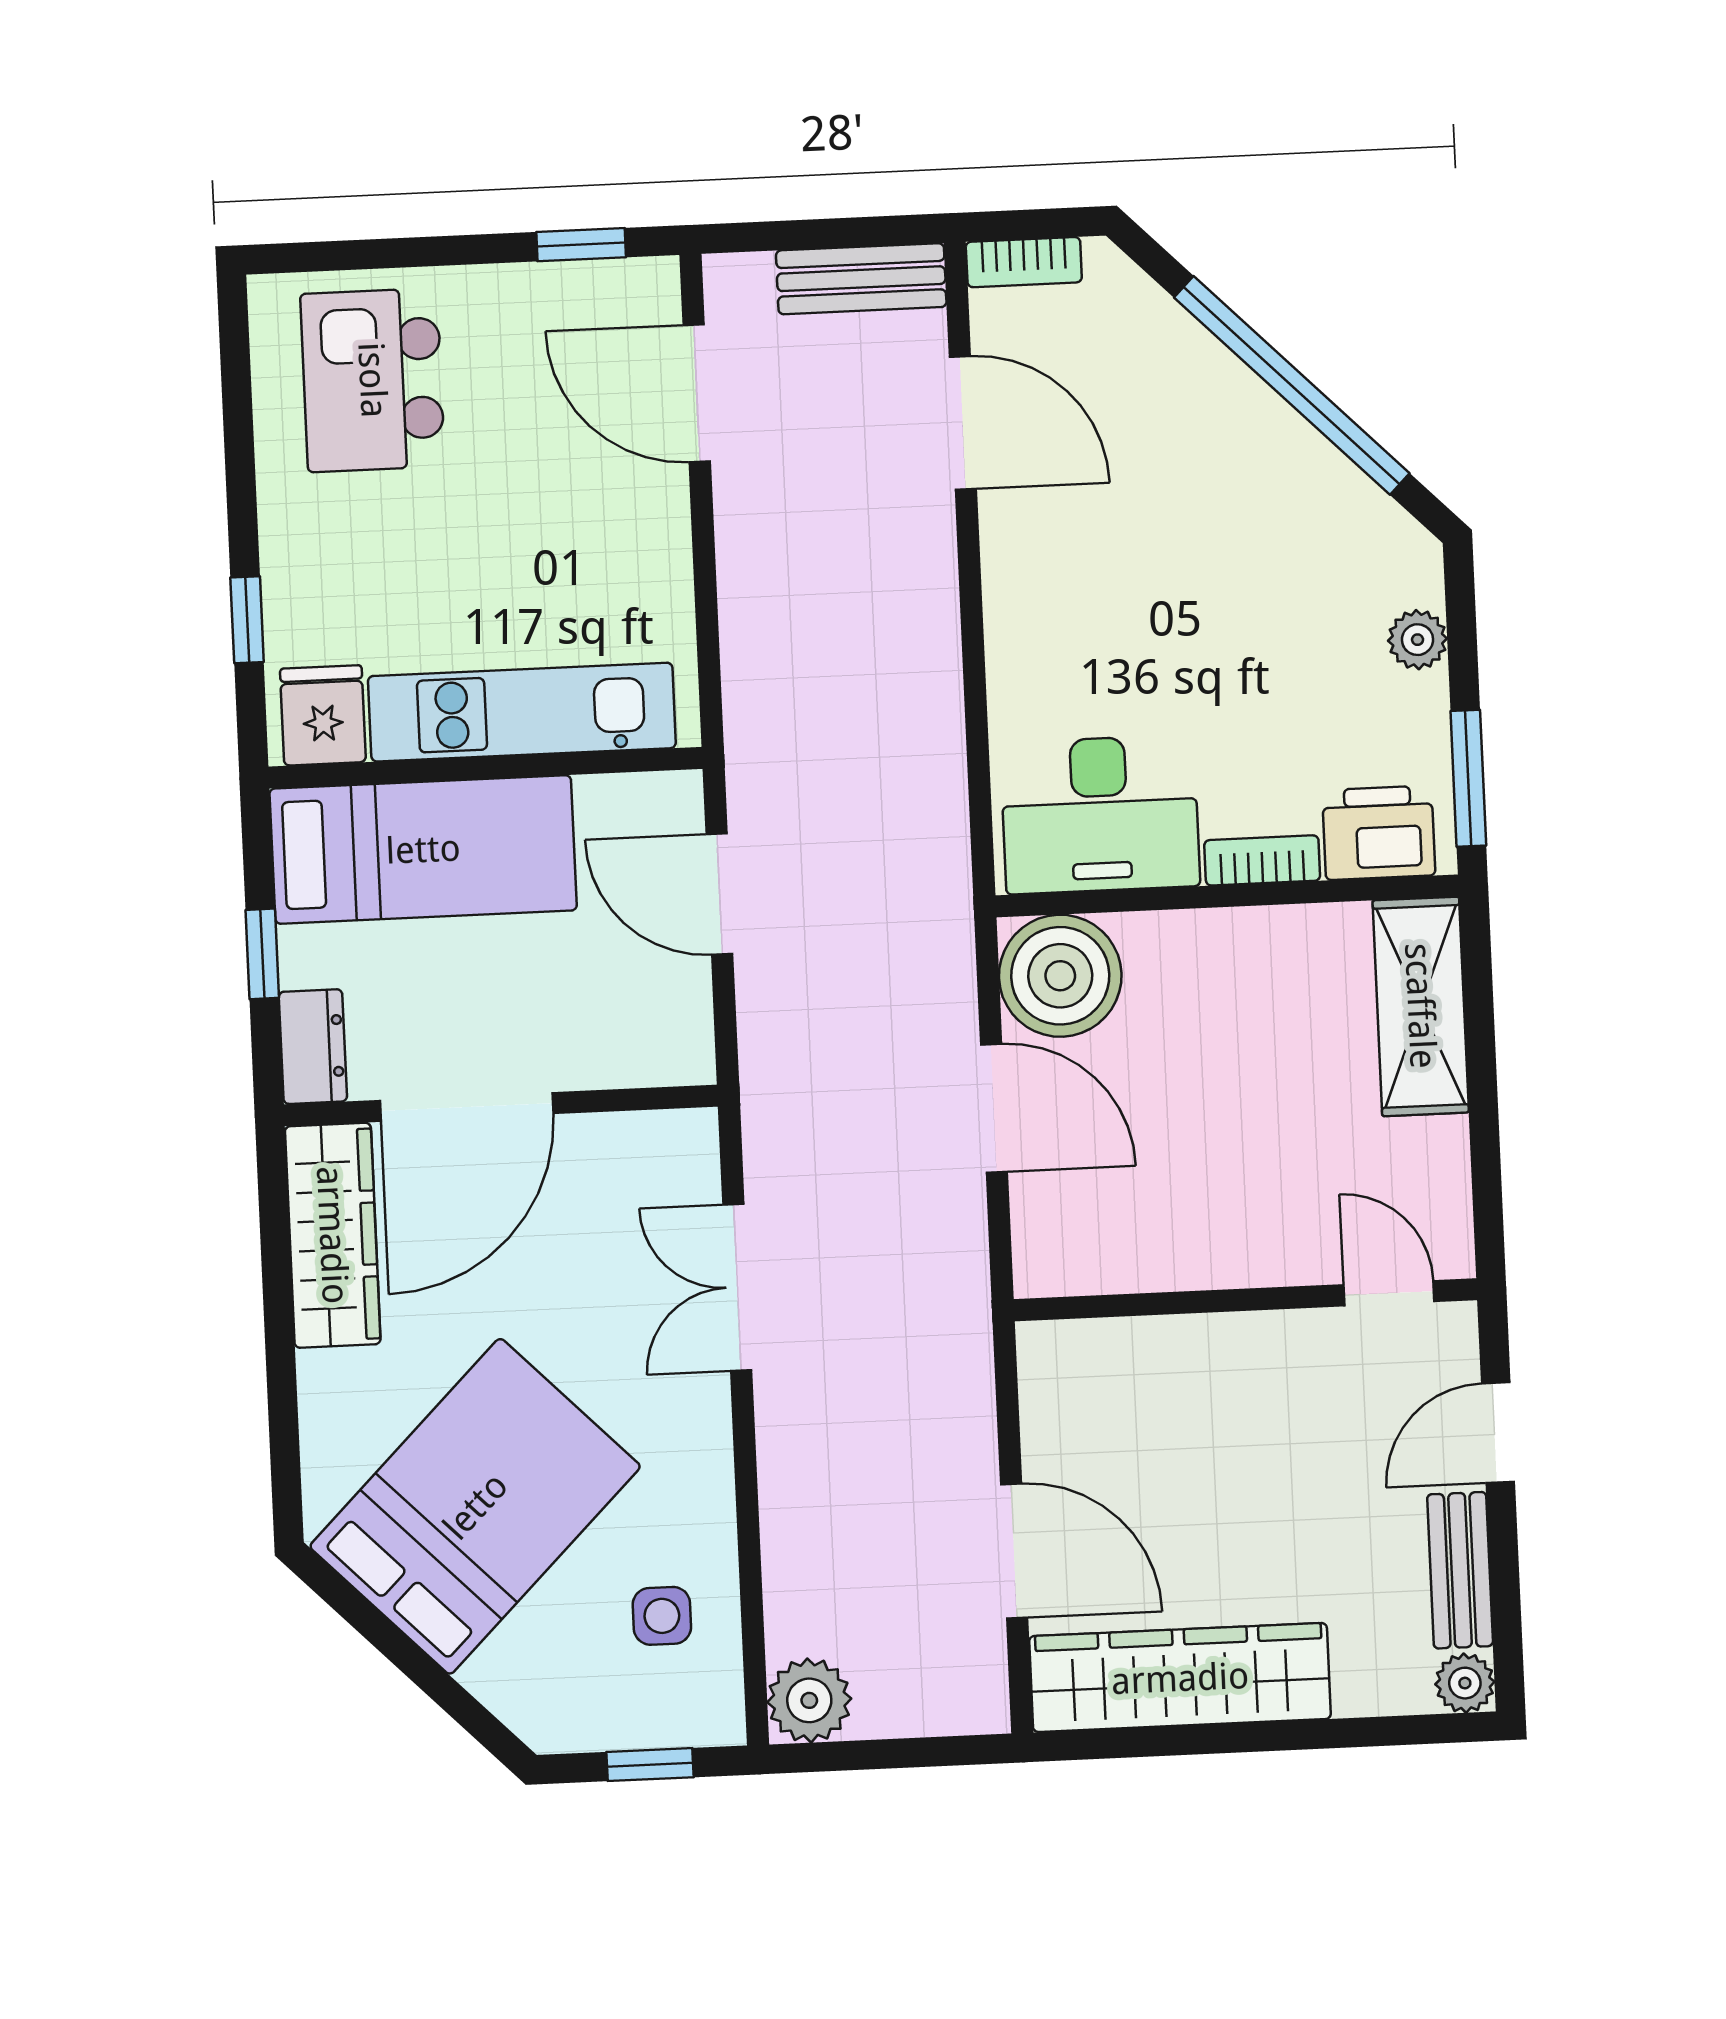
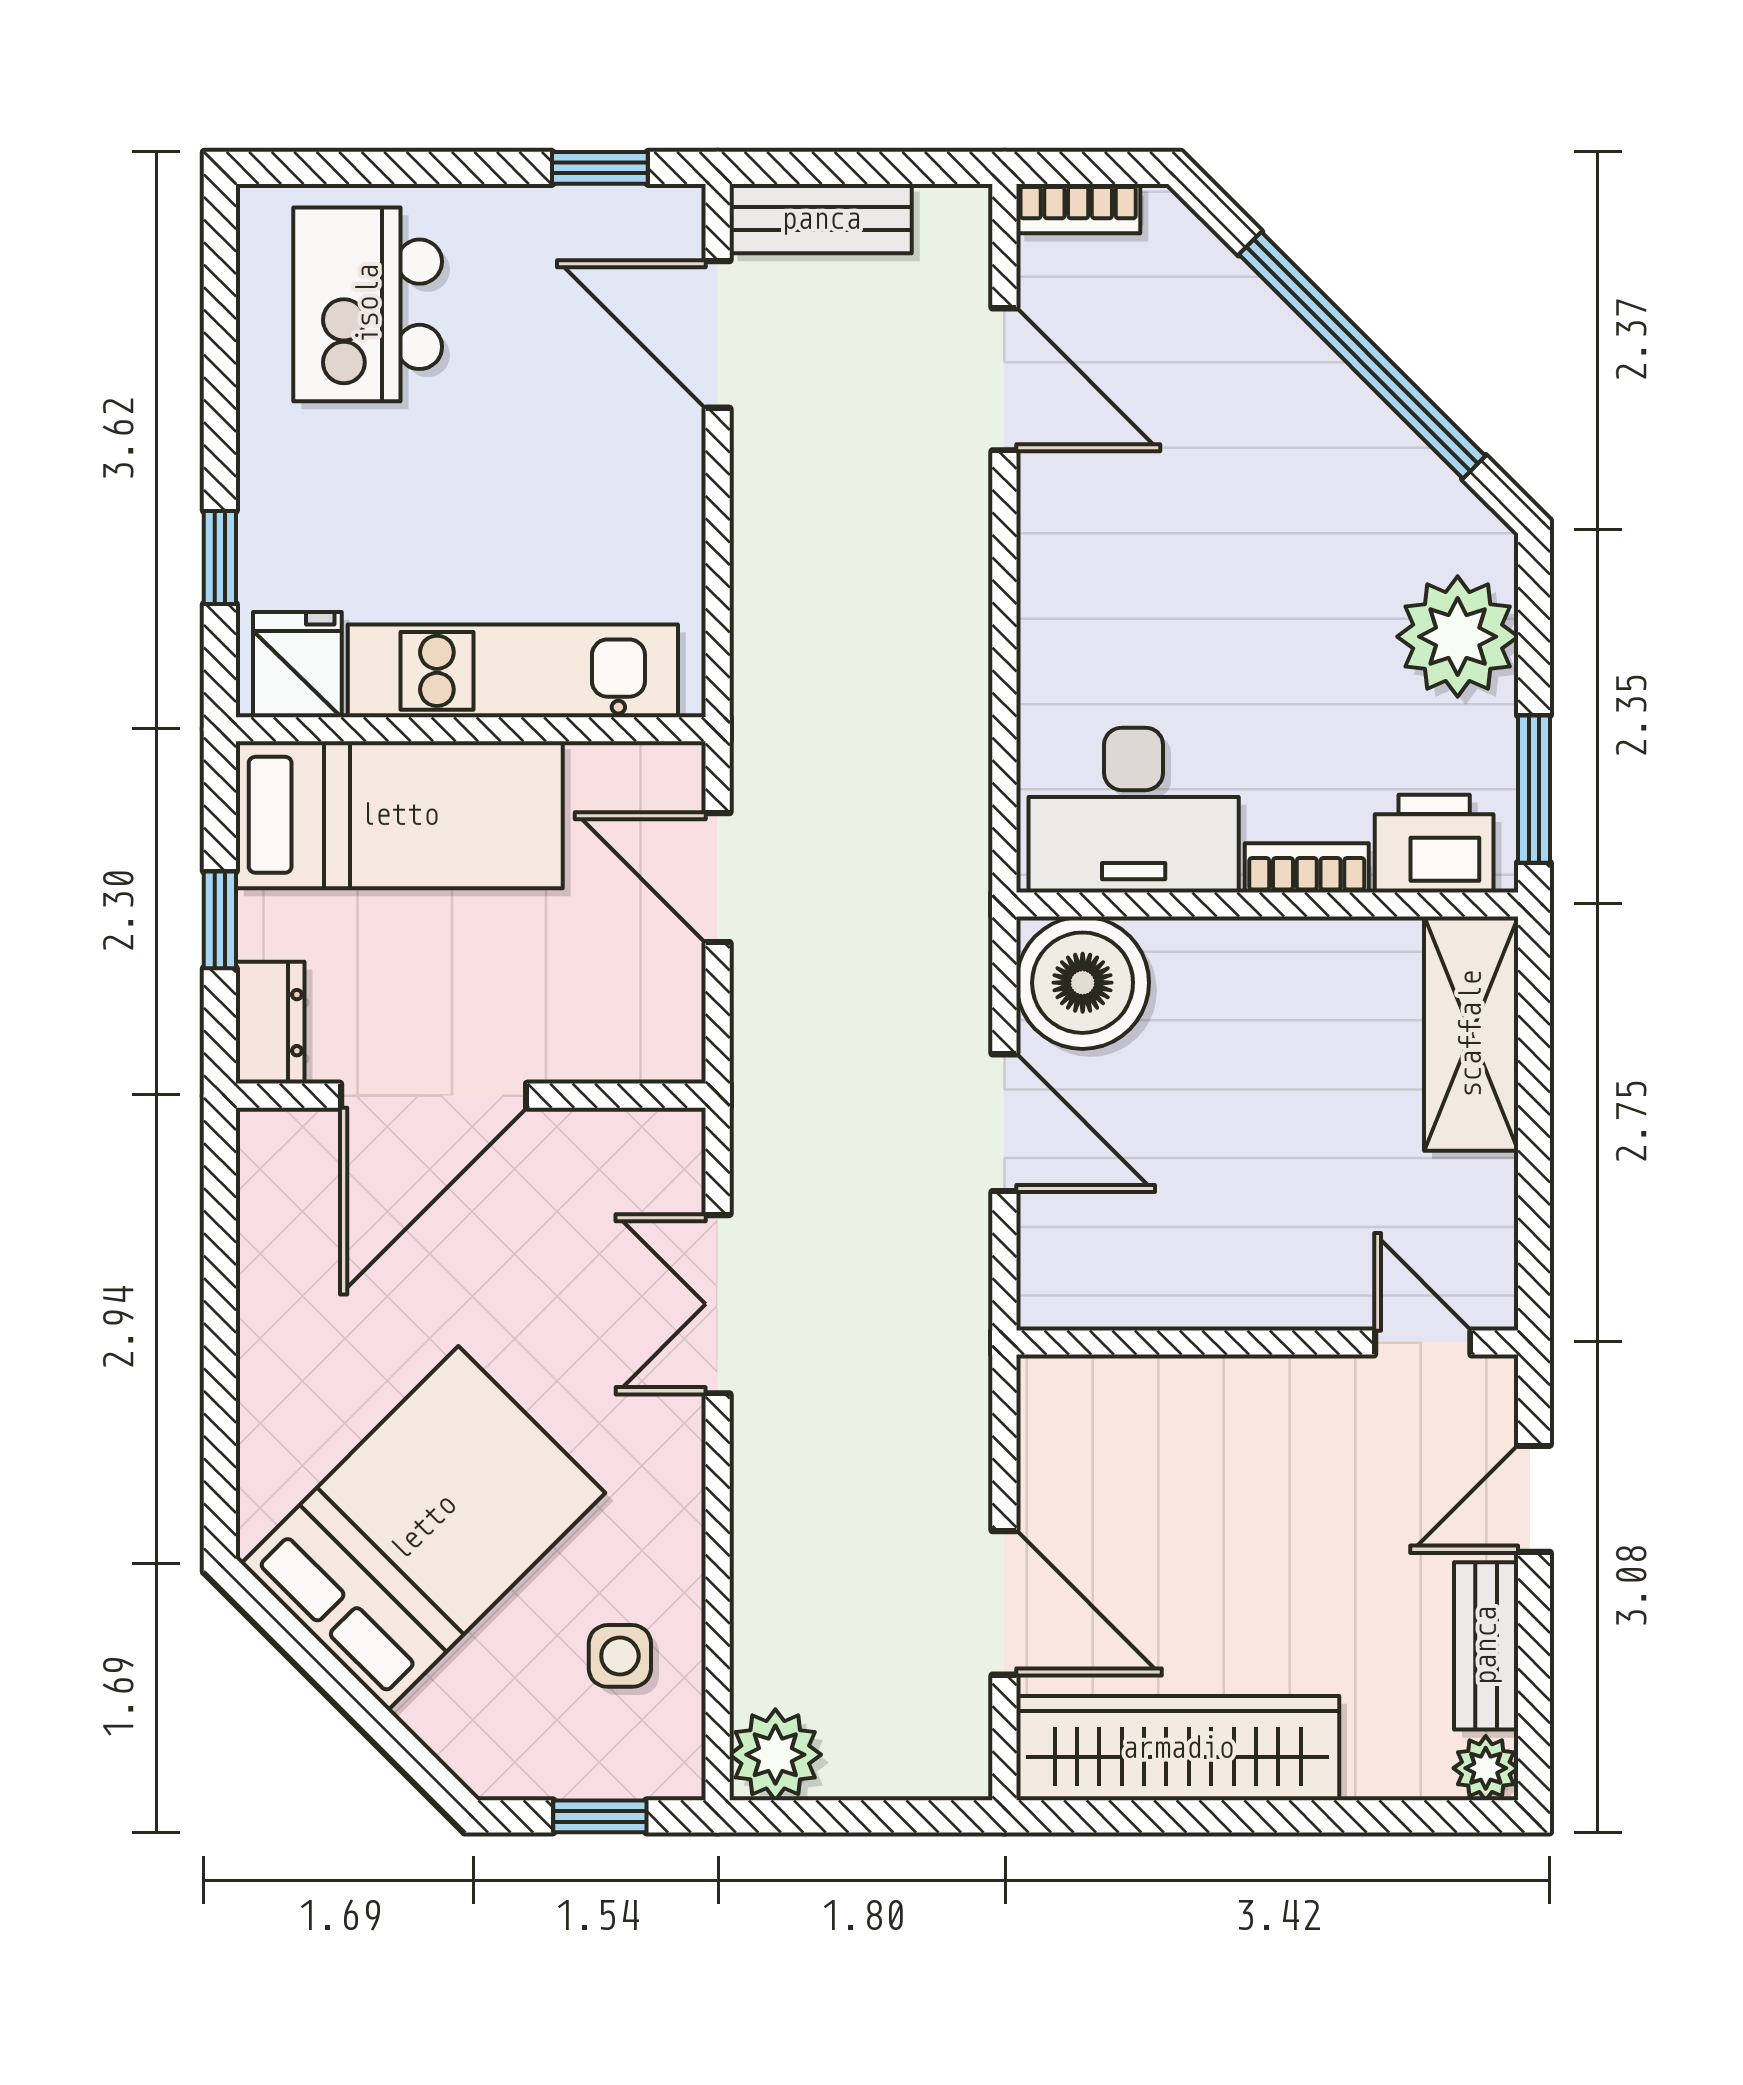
bench: (861, 279) -> (821, 219), moved
plant: (1418, 640) -> (1458, 637), width x1.87, depth x1.87
wardrobe: (333, 1235) -> (282, 1228), removed

